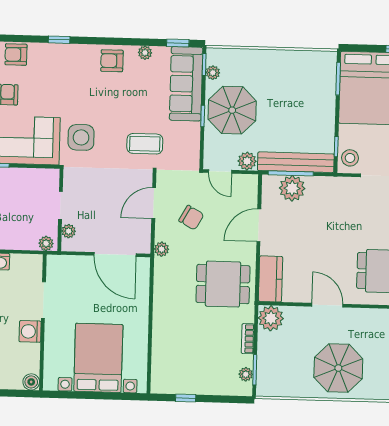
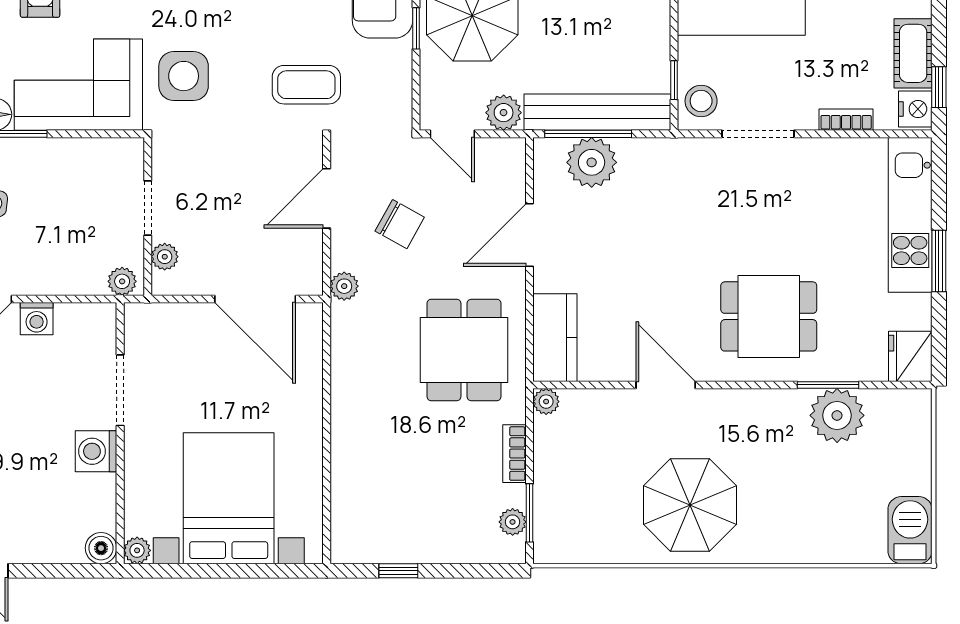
dining table: (223, 284) -> (464, 350), turned 90
plant: (271, 318) -> (546, 402), width x0.53, depth x0.53
plant: (50, 384) -> (137, 550), added

